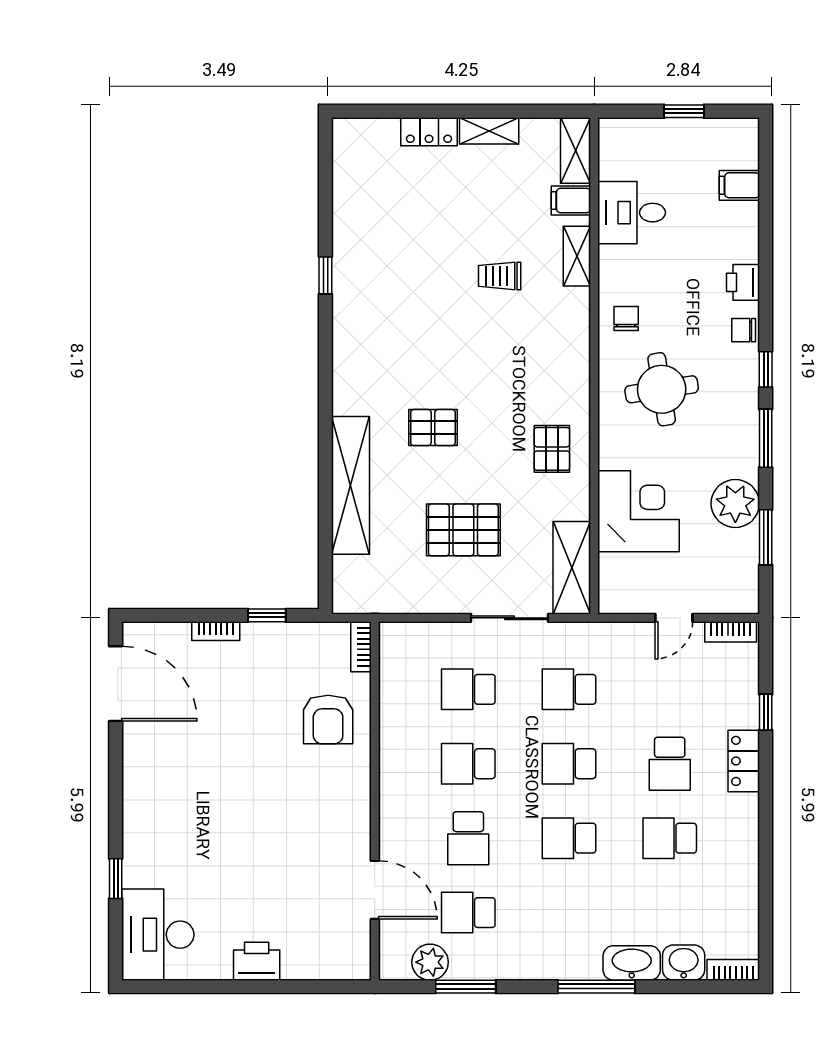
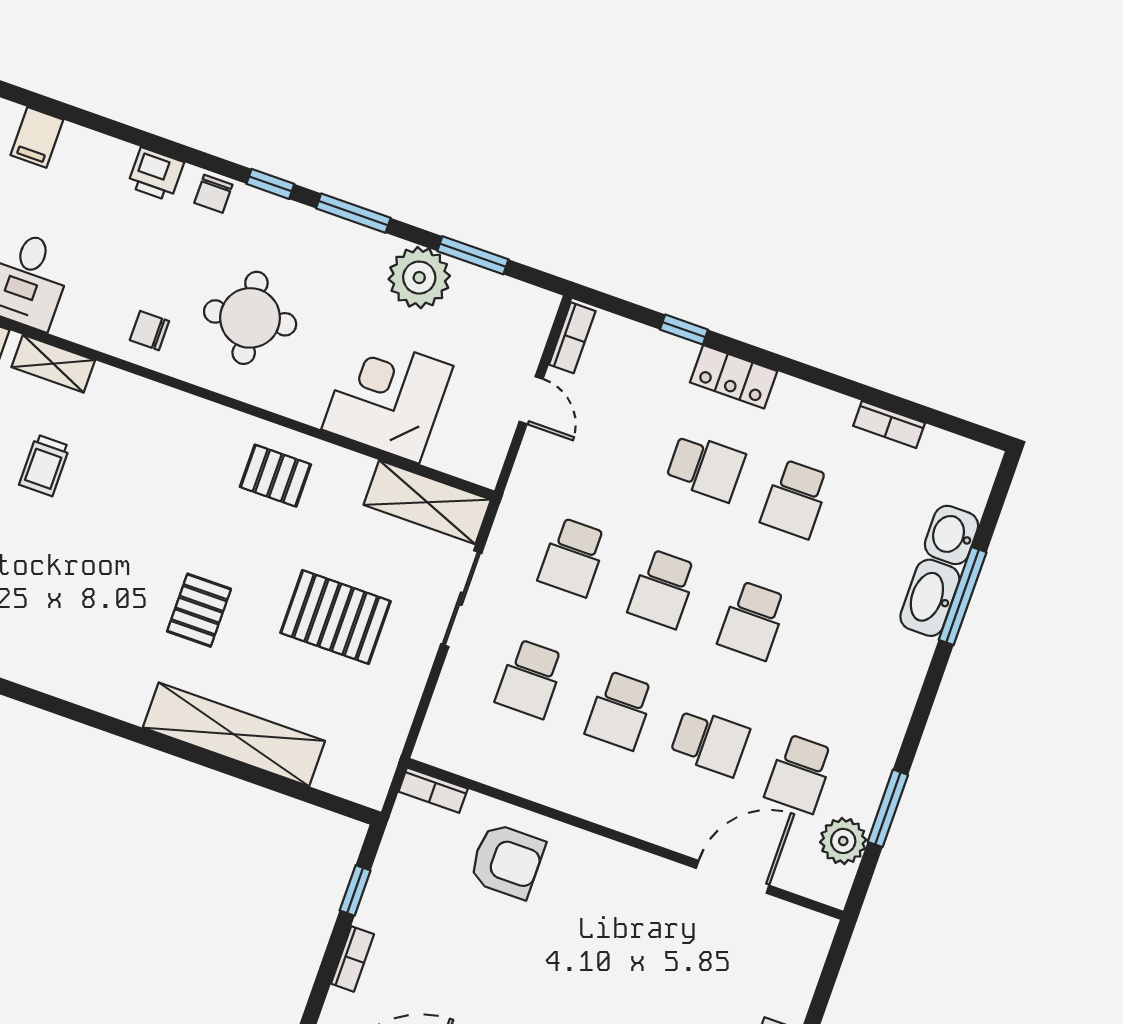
pallet: (463, 530) -> (336, 617), turned 90
bookcase: (733, 970) -> (889, 424), moved, turned -90
window: (596, 987) -> (963, 596), moved

